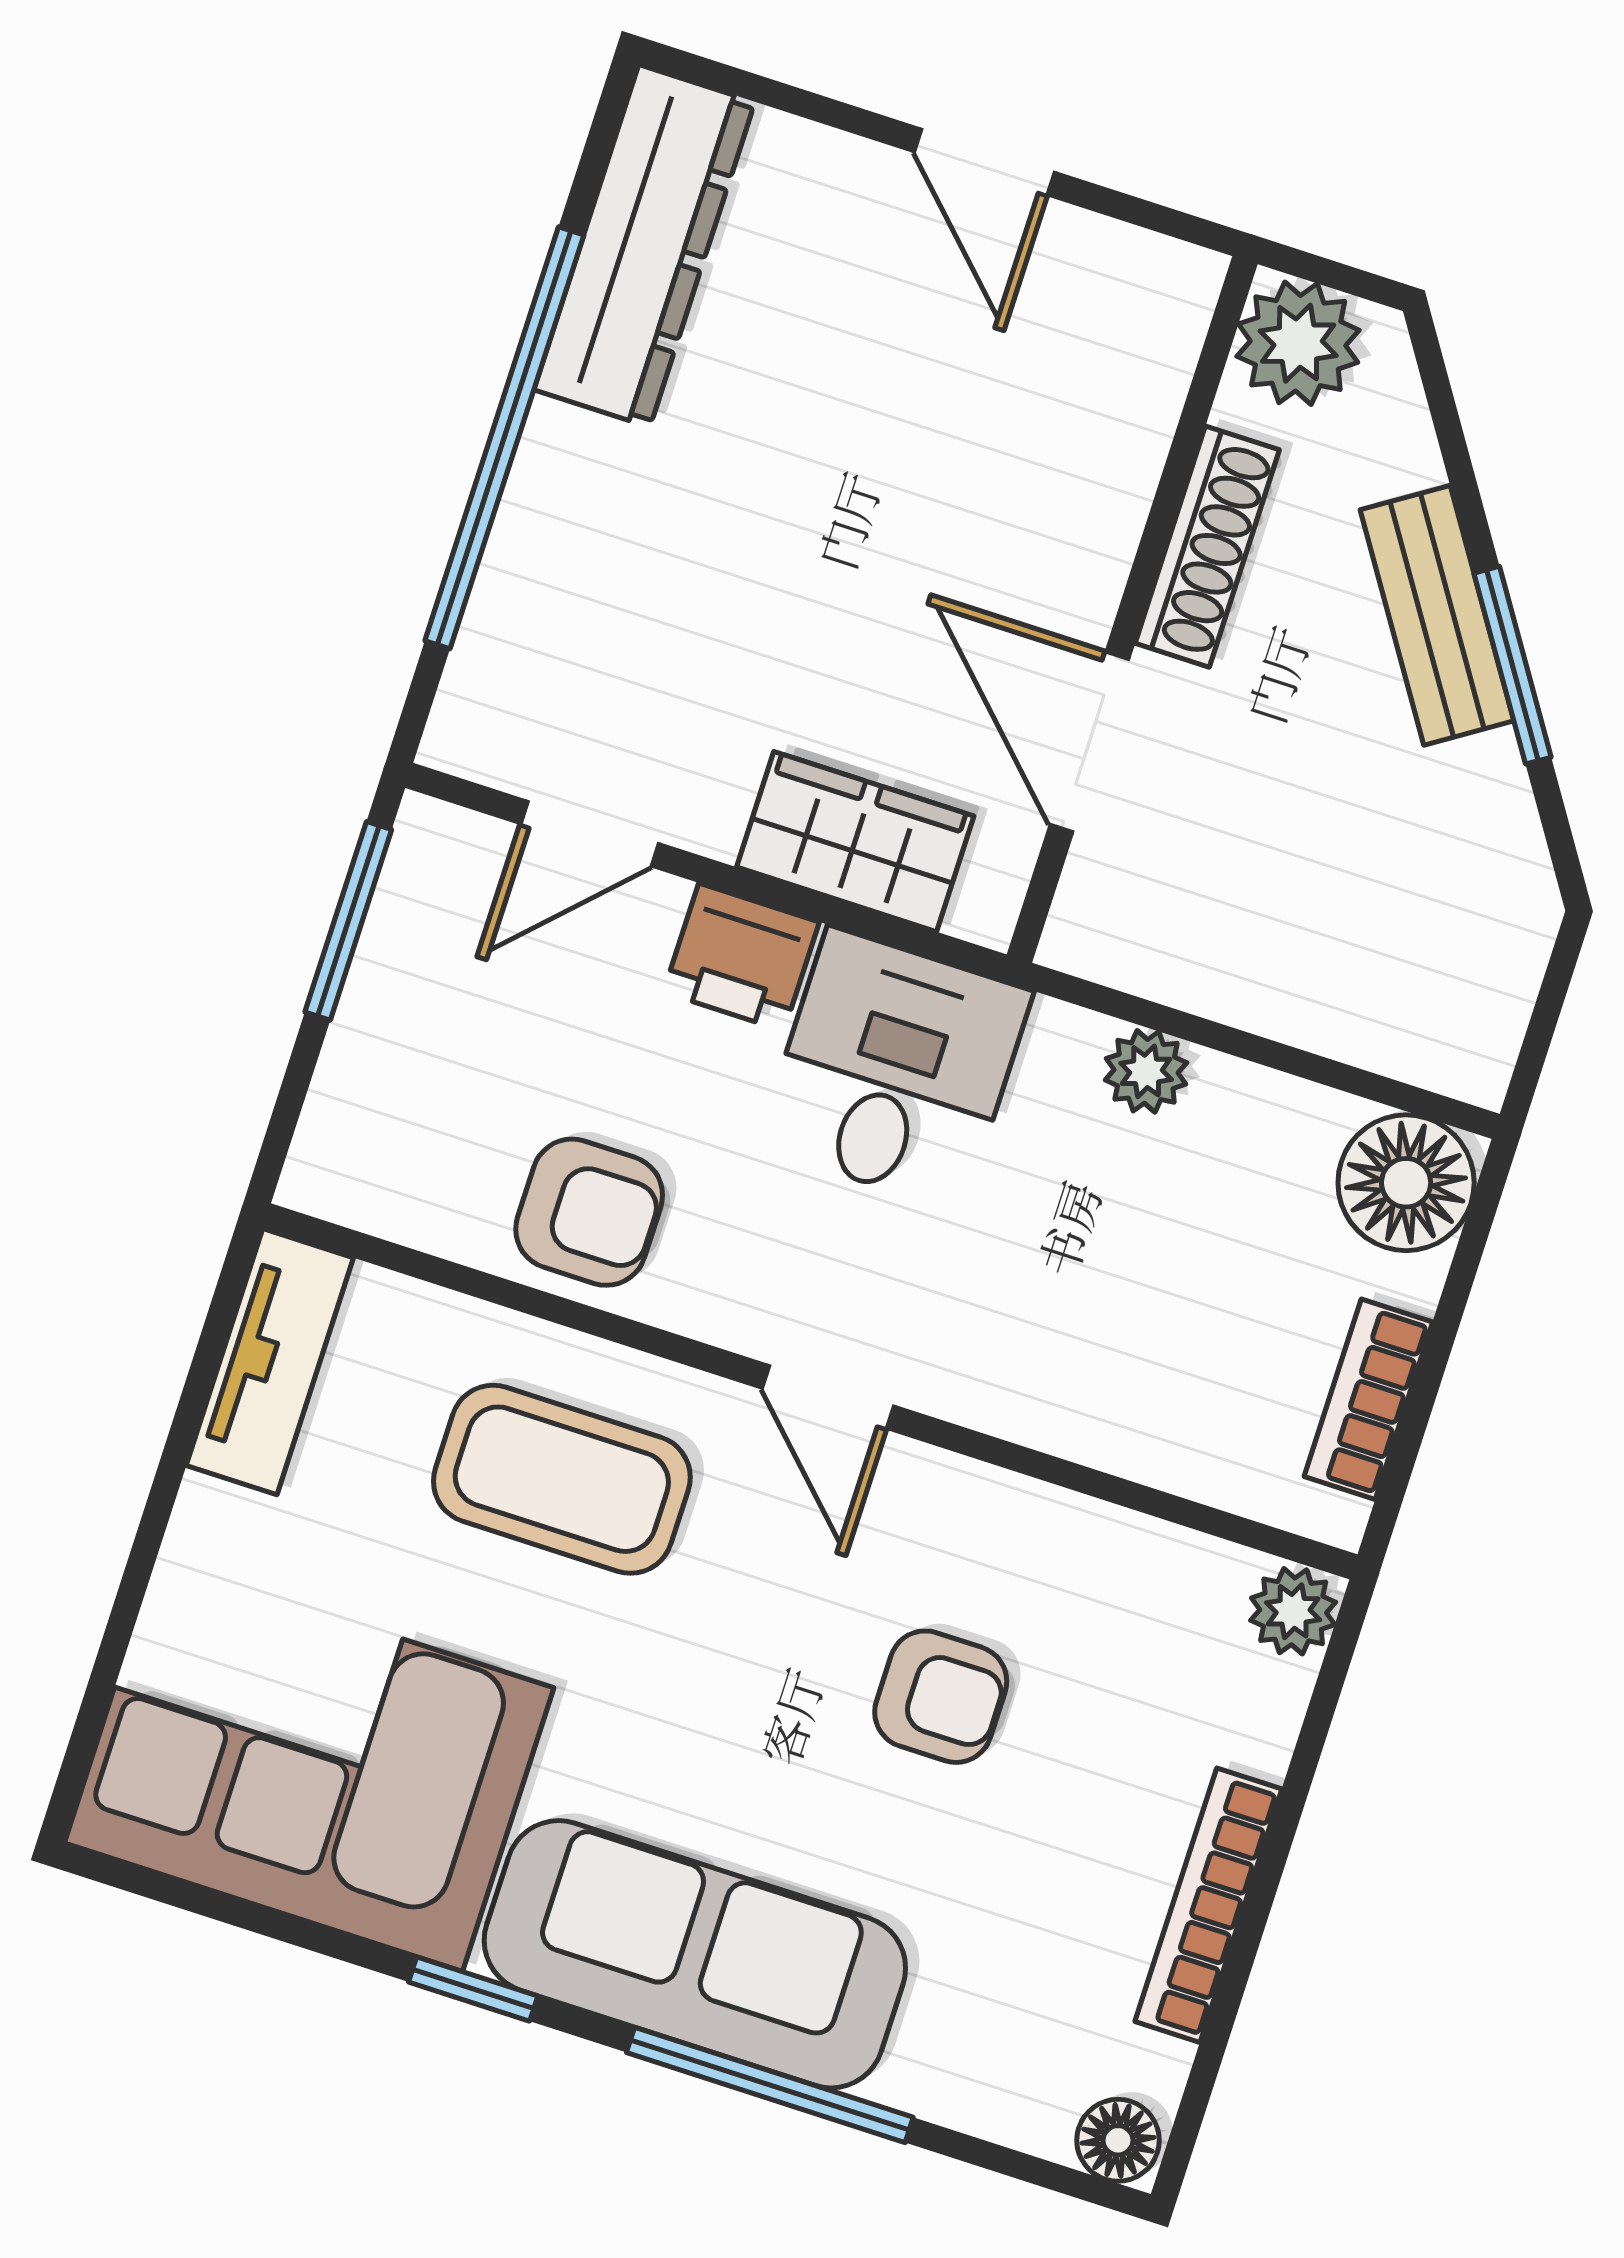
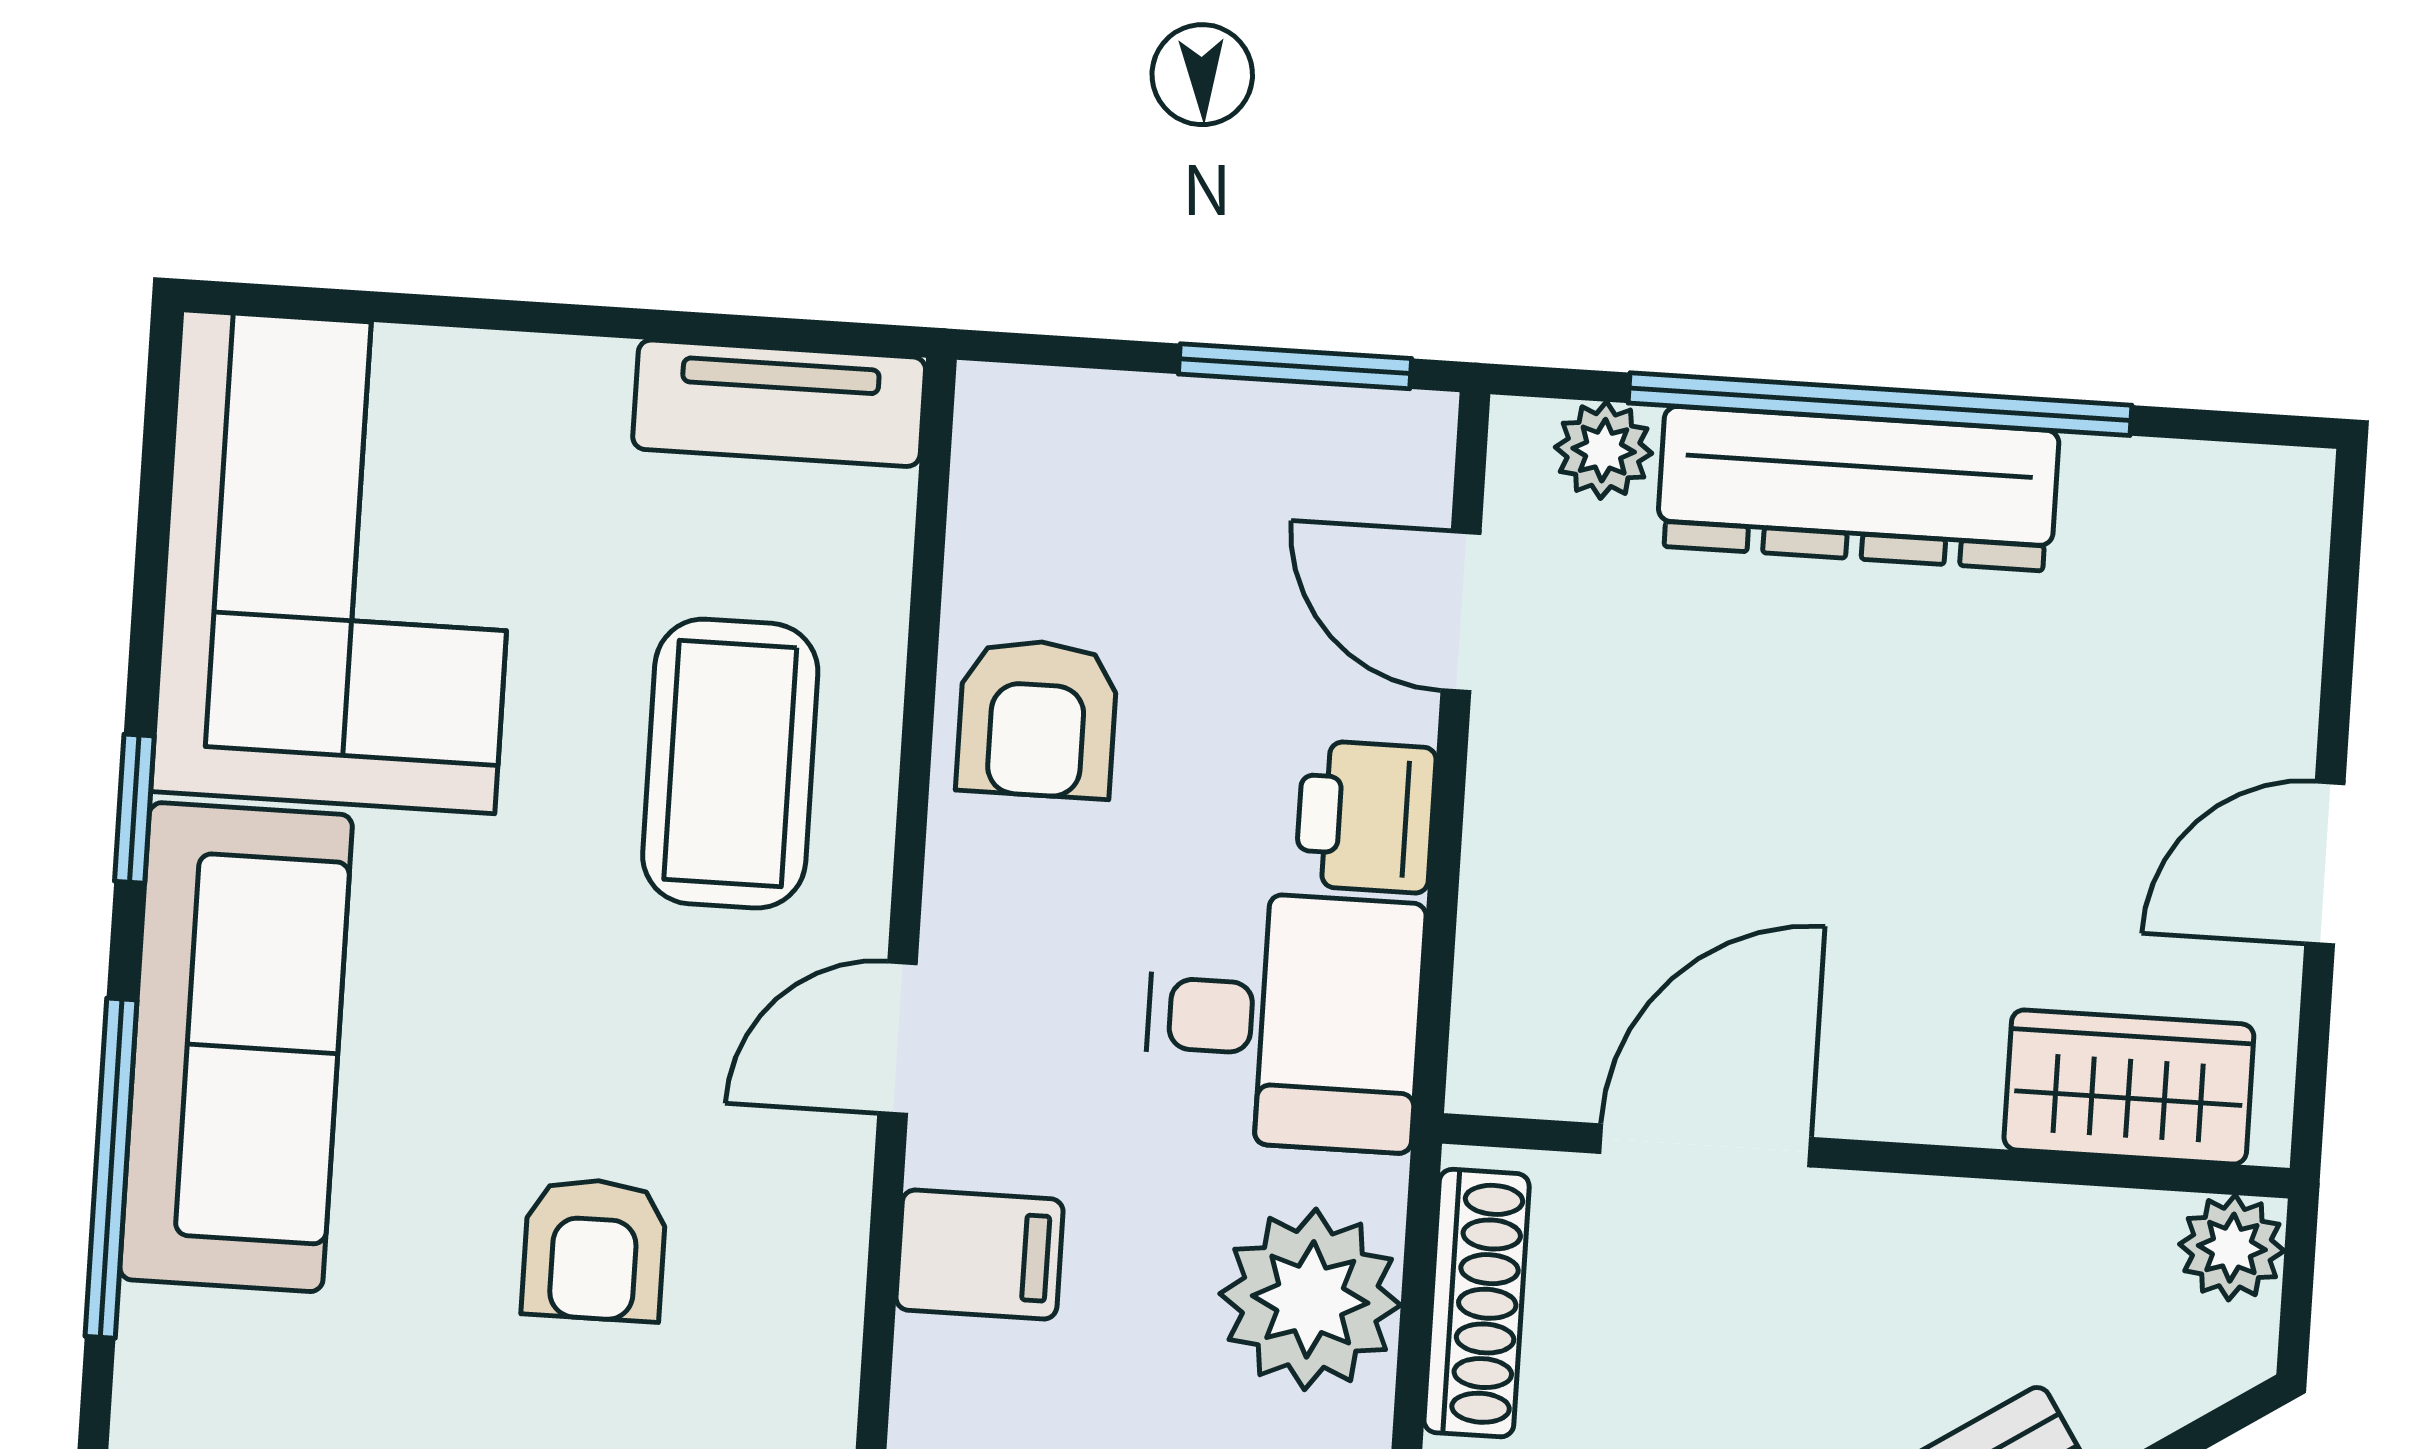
dresser: (644, 246) -> (1858, 489), moved
plant: (1298, 343) -> (2232, 1248), width x0.73, depth x0.73
shoe rack: (1207, 547) -> (1477, 1303), moved, turned -90
plant: (484, 680) -> (1604, 450), added
wardrobe: (855, 842) -> (2129, 1087), moved, turned -90
plant: (1146, 1071) -> (1310, 1299), width x1.88, depth x1.88
filing cabinet: (1027, 1374) -> (980, 1254), added

